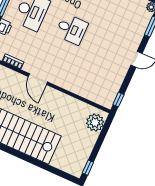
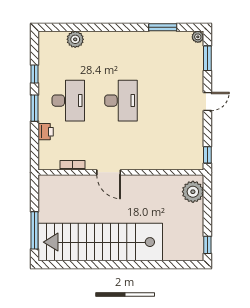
desk: (72, 29) -> (121, 101), width x1.37

